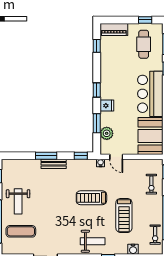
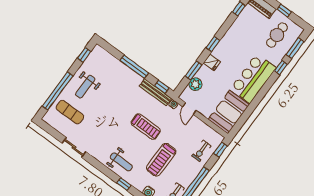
window: (145, 20) -> (284, 11), moved
window: (46, 156) -> (134, 67), width x1.44
bench: (54, 164) -> (155, 92), moved, width x1.36
treadmill: (91, 198) -> (146, 127), turned 180

